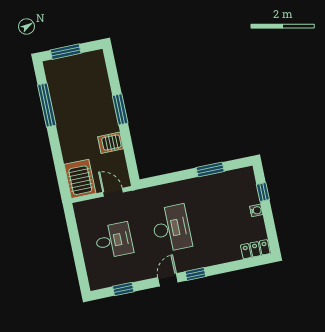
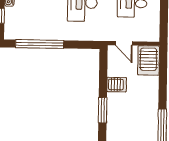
window: (210, 170) -> (40, 44), width x2.11

